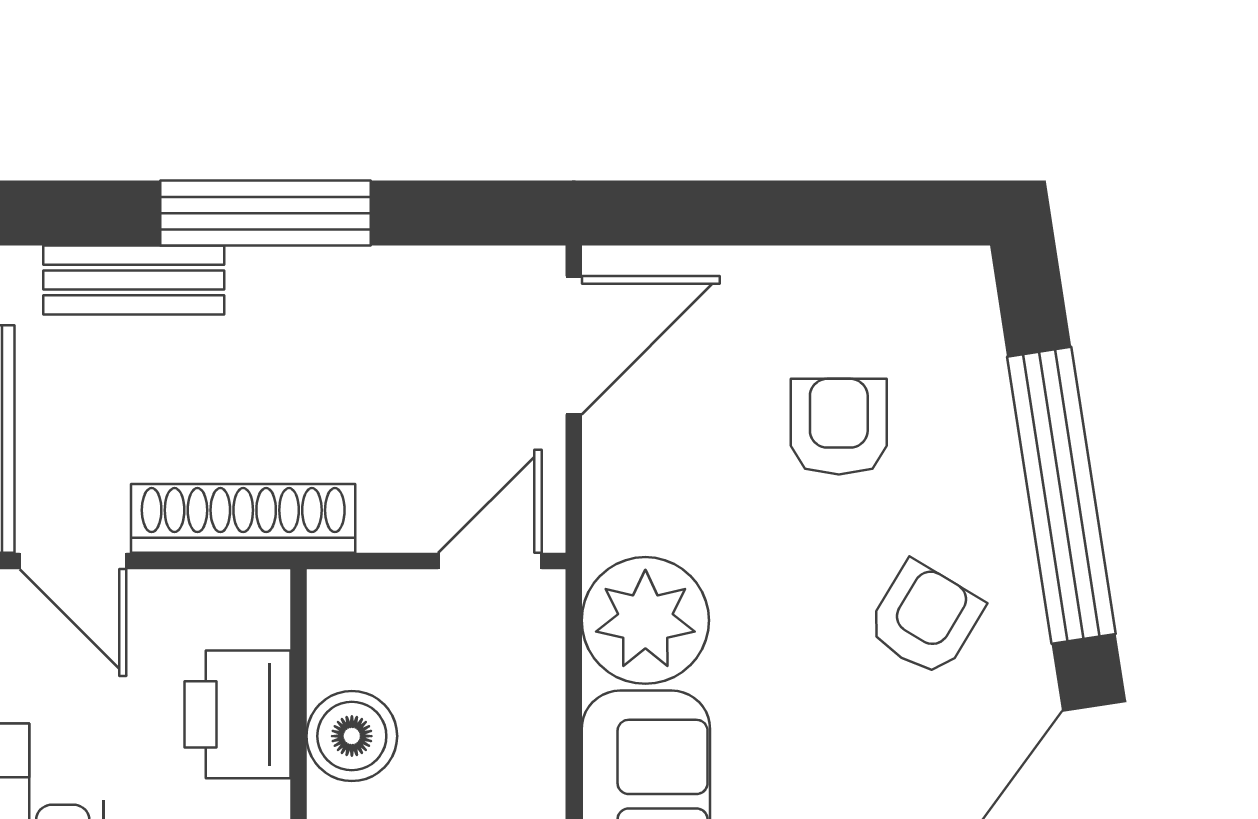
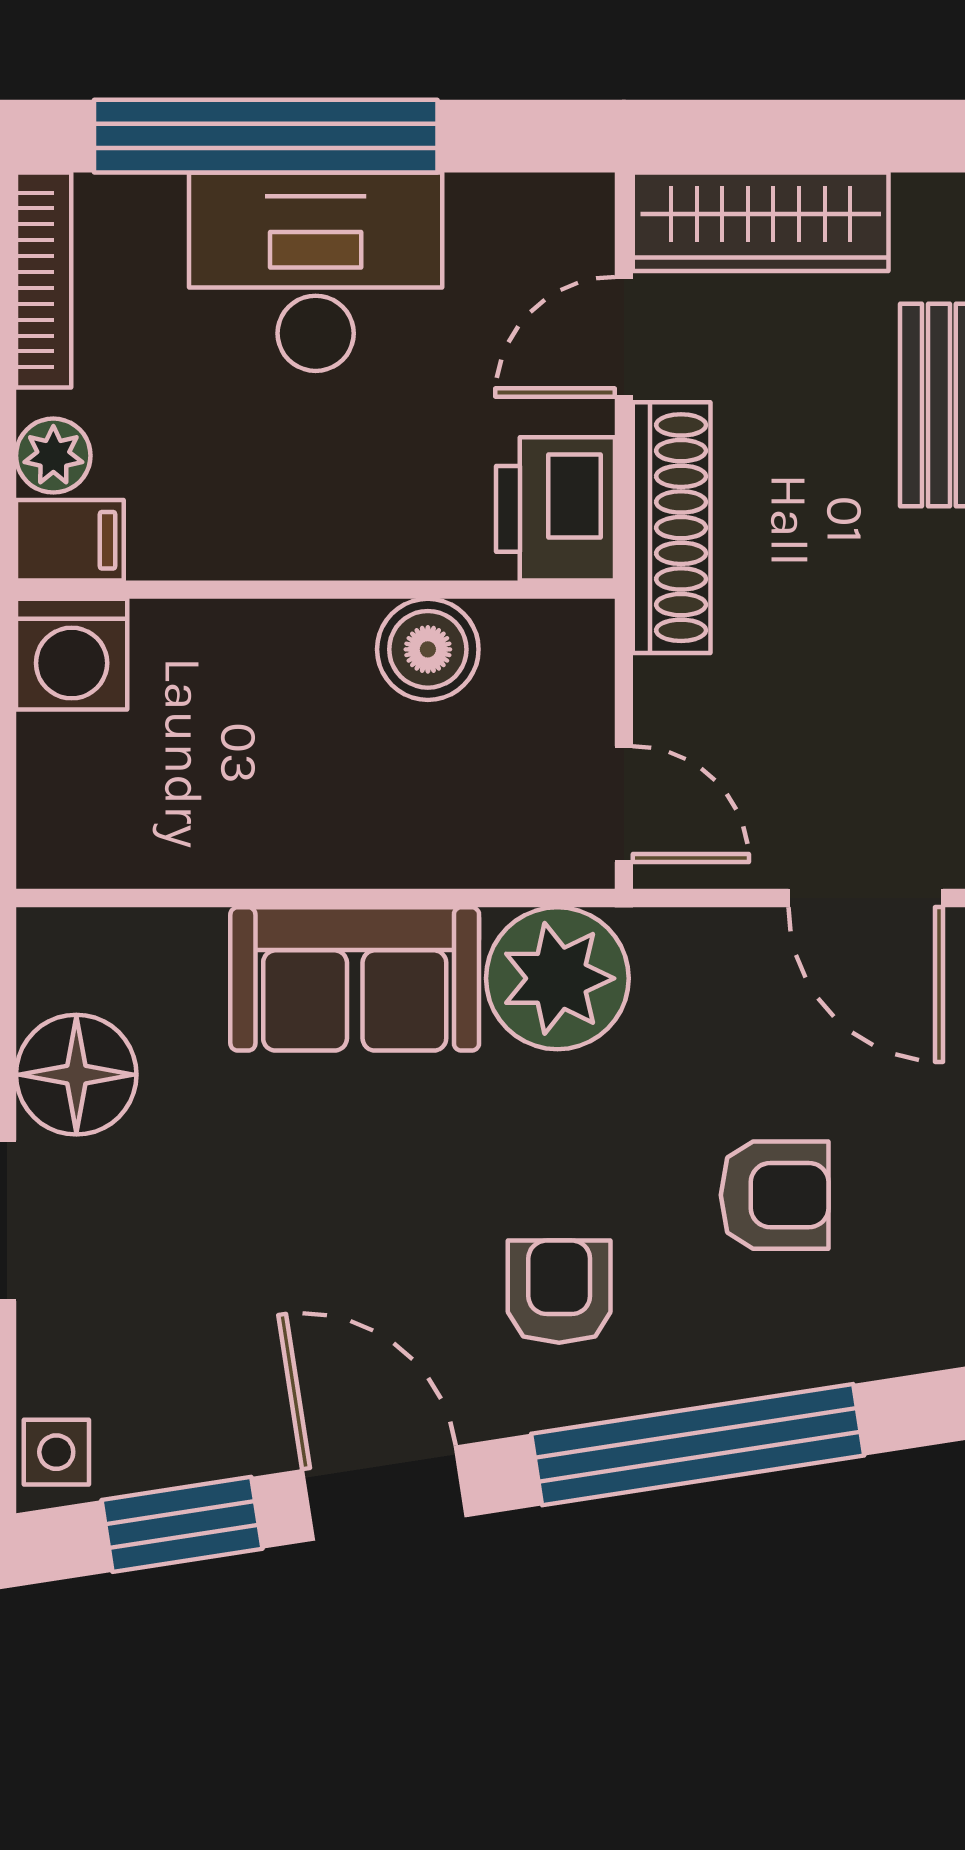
armchair: (925, 619) -> (559, 1292), turned -121
printer: (238, 714) -> (556, 509), moved, turned -90

